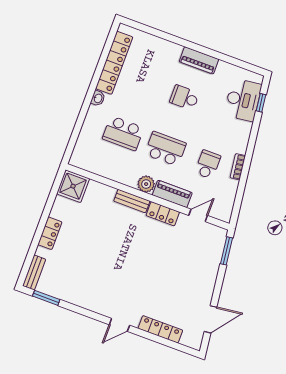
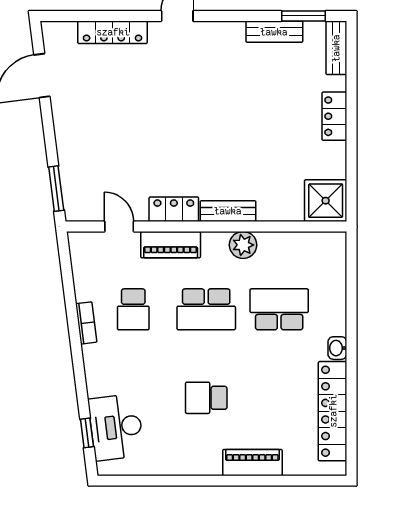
piano: (199, 60) -> (252, 463), moved
school desk: (184, 98) -> (206, 398), turned 180
plant: (146, 184) -> (243, 245), moved
door: (198, 215) -> (119, 227), swing flipped
bench: (67, 295) -> (274, 32), added

